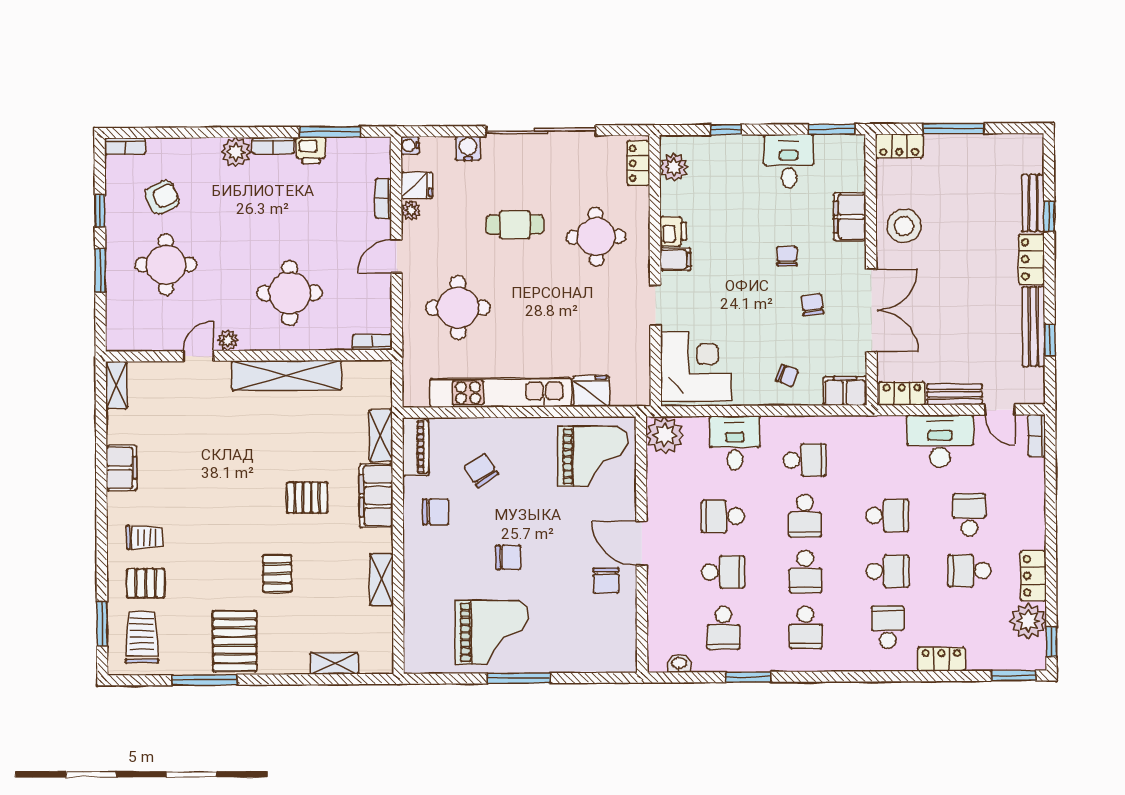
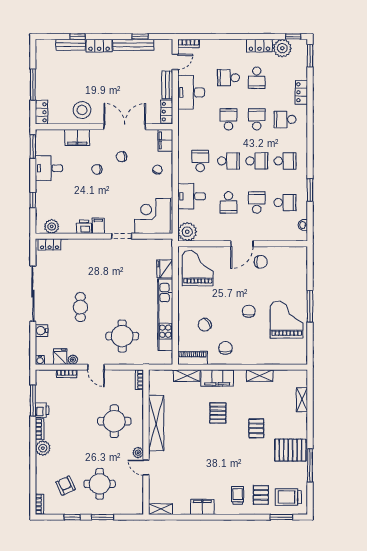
round table: (596, 237) -> (87, 266), removed
pallet: (277, 573) -> (256, 428), turned 90

